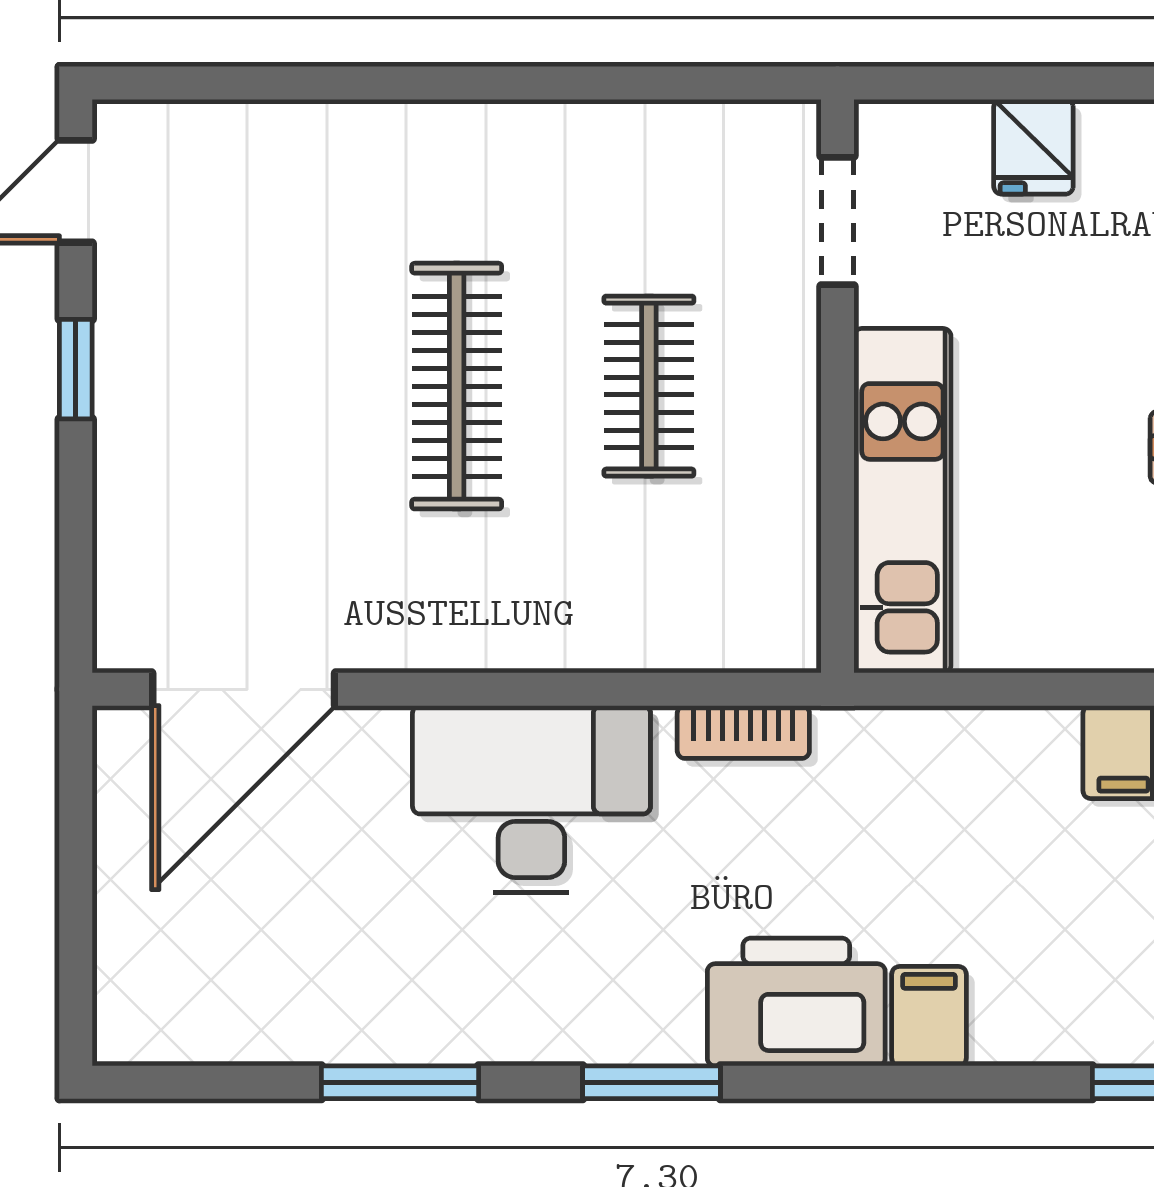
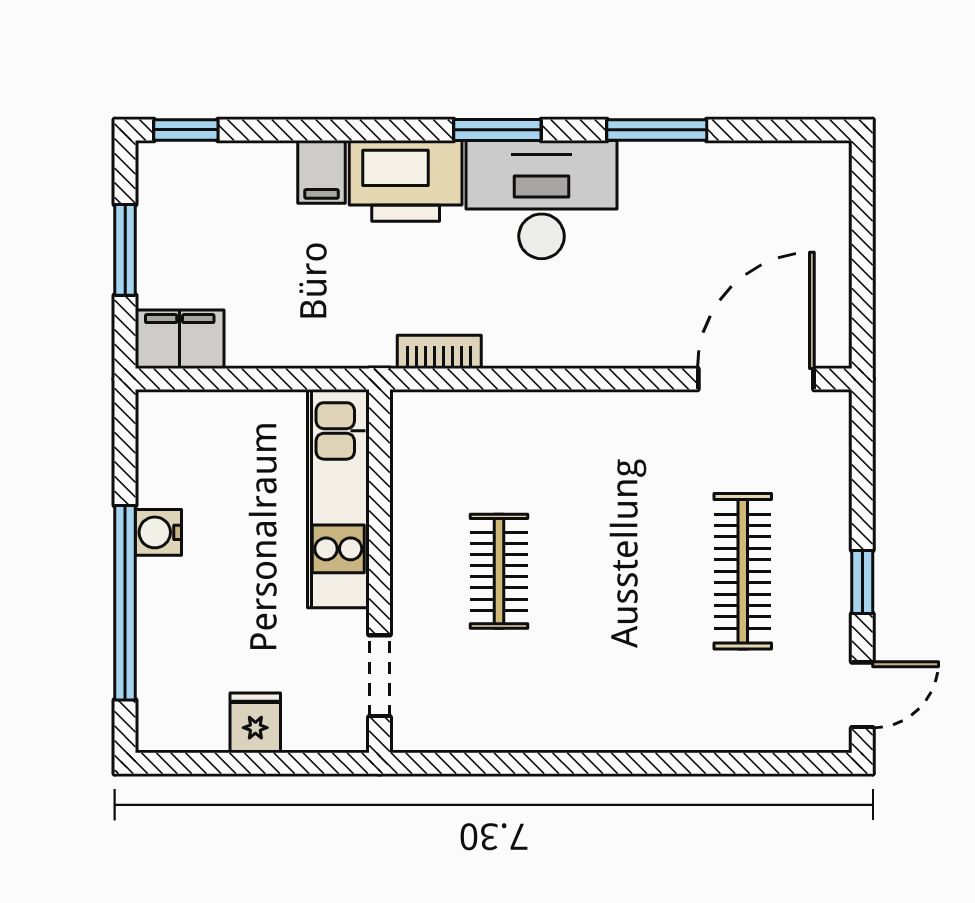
clothes rail: (457, 386) -> (743, 571), moved
desk: (531, 799) -> (542, 200), moved, turned 180

